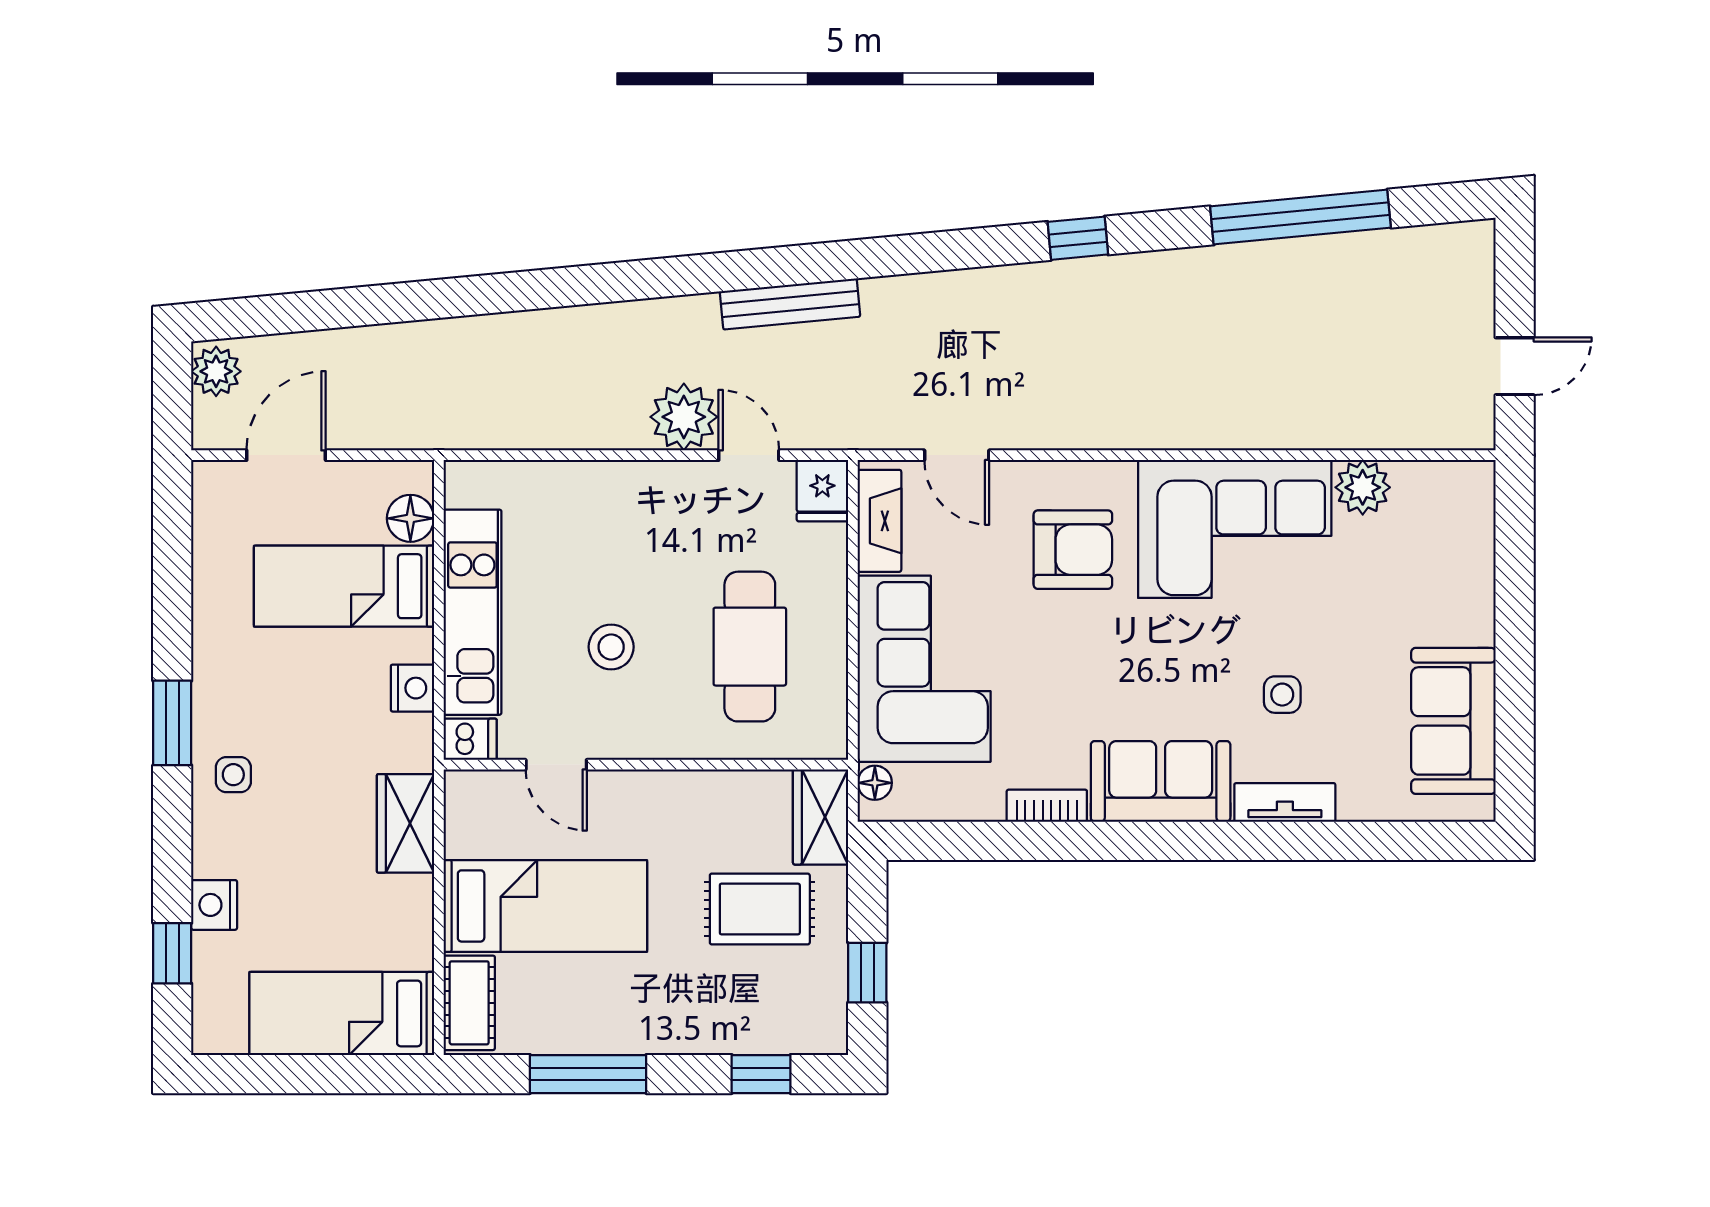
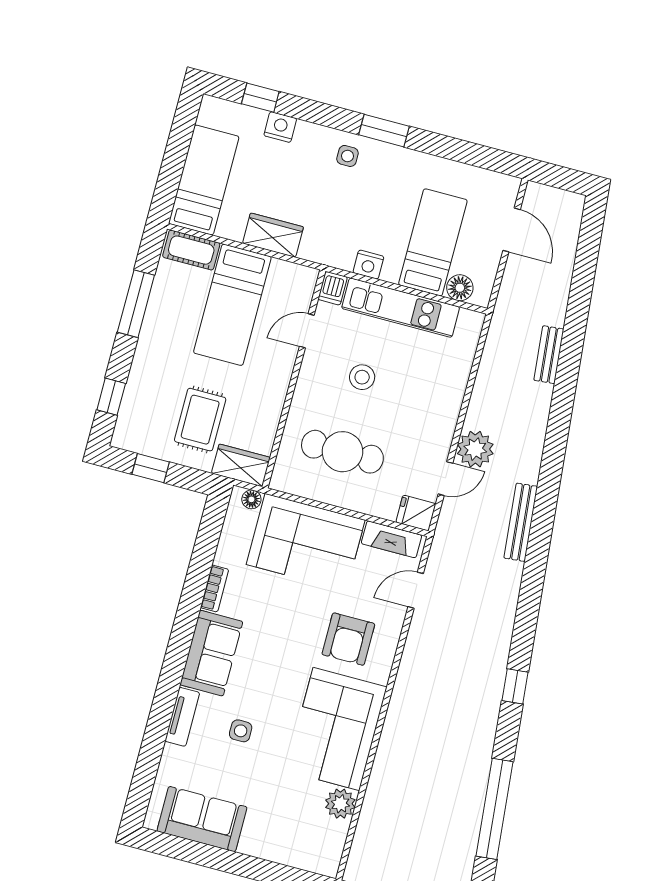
bench: (486, 333) -> (549, 355), added
plant: (216, 371) -> (567, 204), removed
wardrobe: (405, 823) -> (273, 235), moved

